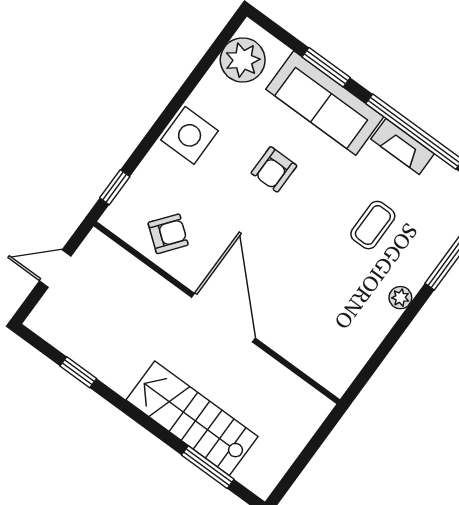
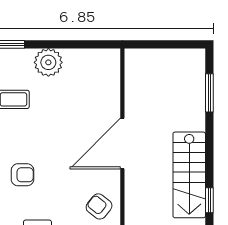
plant: (400, 298) -> (48, 62), width x1.87, depth x1.87
stairs: (192, 418) -> (189, 175), moved

